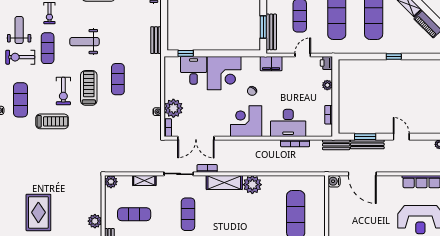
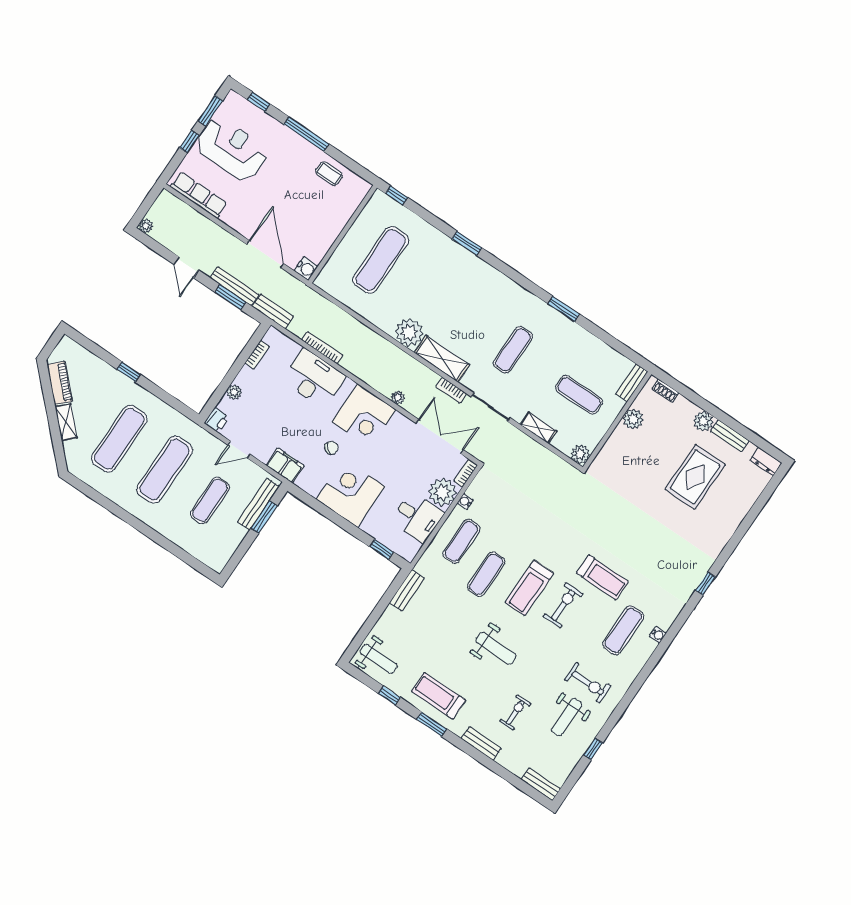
exercise mat: (48, 48) -> (462, 541), moved
desk: (194, 70) -> (417, 517), moved, turned -90
treadmill: (52, 121) -> (602, 577), turned 180
plant: (234, 144) -> (398, 398), added

